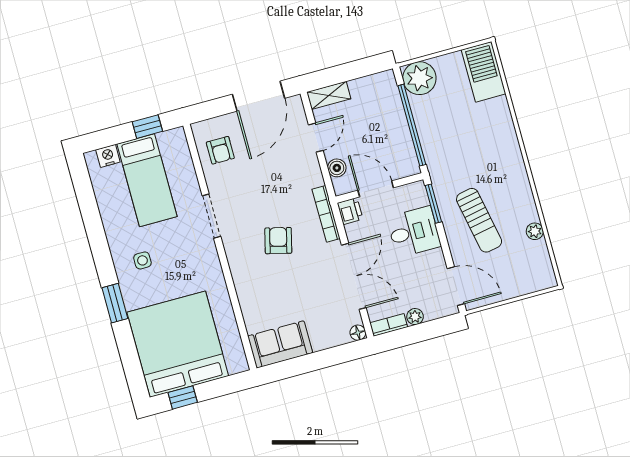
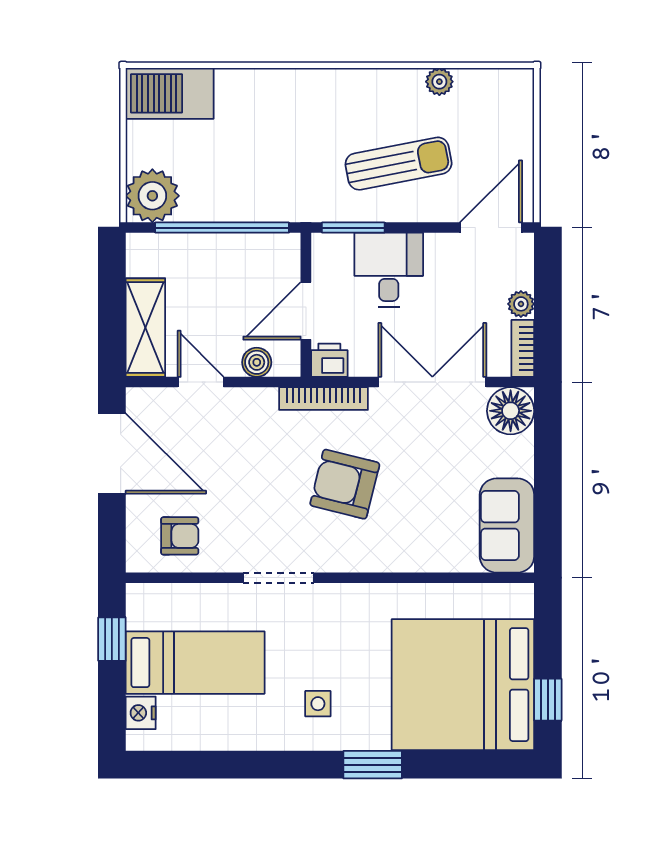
shelving: (329, 95) -> (145, 328), width x1.50, depth x1.33
armchair: (278, 241) -> (345, 484), width x1.38, depth x1.38
floor lamp: (358, 333) -> (511, 411), width x1.89, depth x1.89

